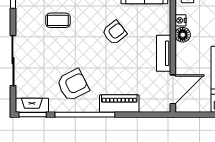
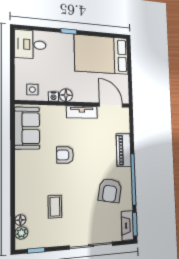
armchair: (115, 33) -> (65, 155), turned -52
armchair: (73, 85) -> (110, 191), turned -143

